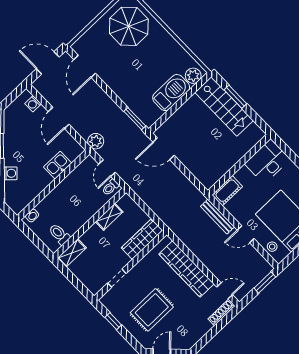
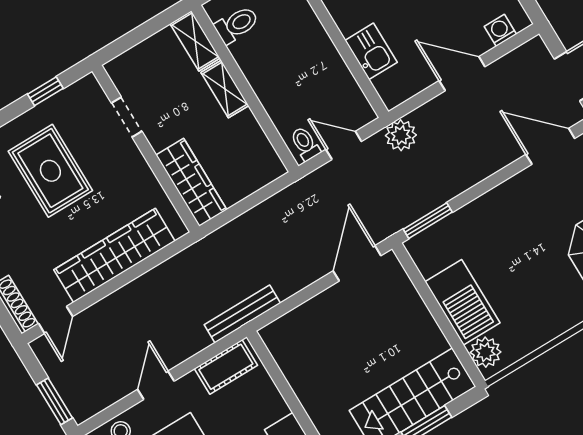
cot: (227, 191) -> (226, 367), moved, turned 90
shelving: (109, 217) -> (225, 89), moved
bench: (217, 217) -> (242, 314), moved

